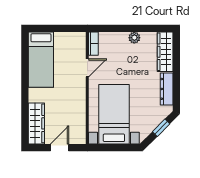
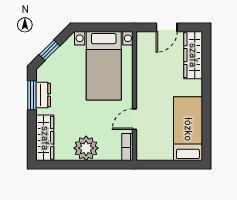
plant: (134, 38) -> (86, 148), width x1.88, depth x1.88
dresser: (167, 89) -> (43, 95), width x0.70
window: (176, 89) -> (32, 95), added

